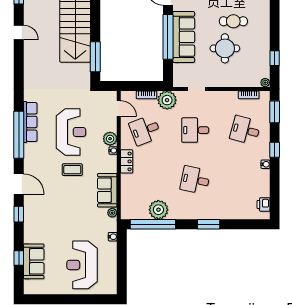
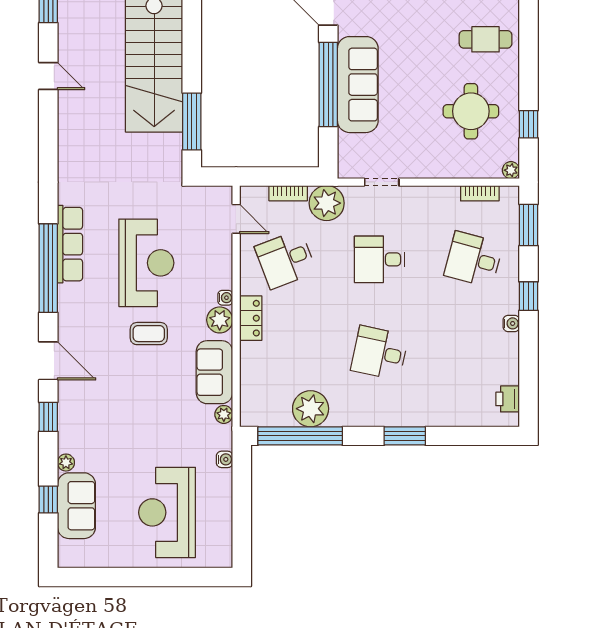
cafe table: (233, 21) -> (486, 39), moved
round table: (225, 48) -> (471, 111), moved
plant: (110, 139) -> (220, 320), moved
plant: (28, 238) -> (66, 463), added

